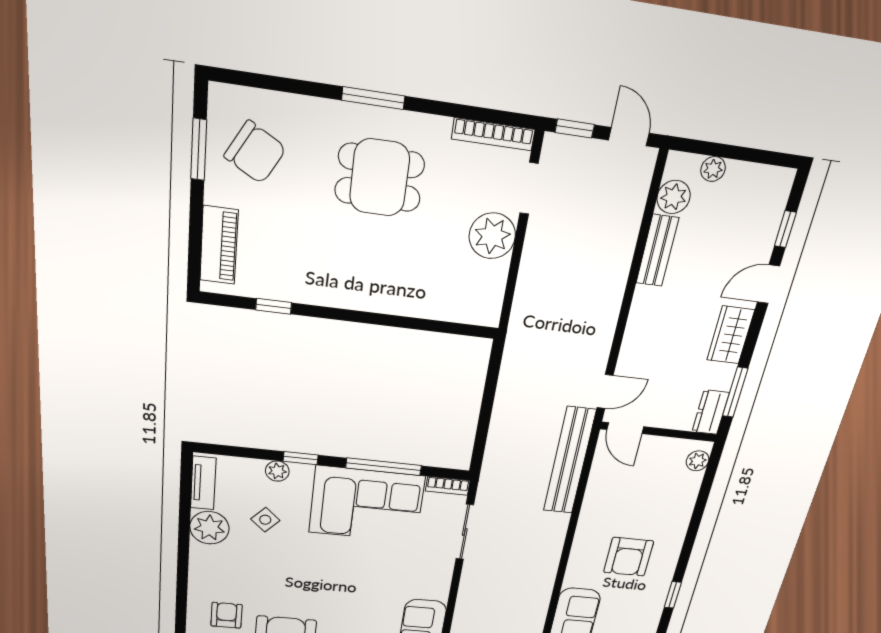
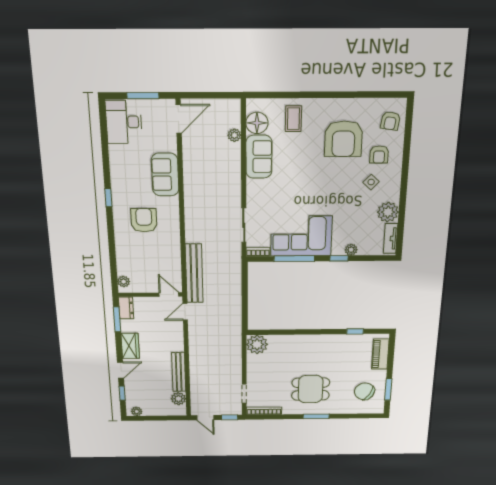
plant: (713, 169) -> (137, 411), moved
plant: (492, 236) -> (257, 344), moved
bench: (657, 251) -> (179, 372), width x1.36
side table: (265, 520) -> (371, 182), moved

